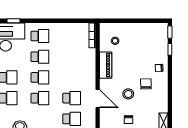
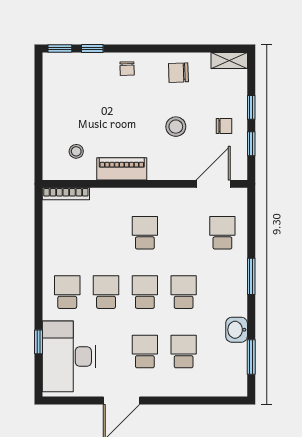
chair: (146, 84) -> (178, 73), moved
school desk: (72, 98) -> (145, 233), moved
door: (98, 99) -> (213, 184), moved

